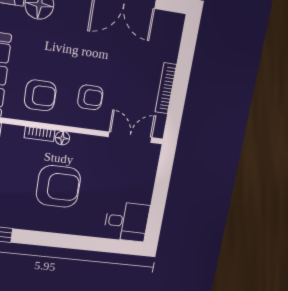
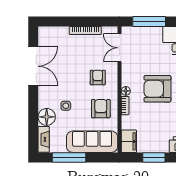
side table: (53, 39) -> (66, 106), added
armchair: (58, 186) -> (157, 89), turned -90
window: (161, 186) -> (149, 22), added

